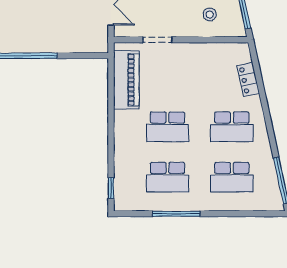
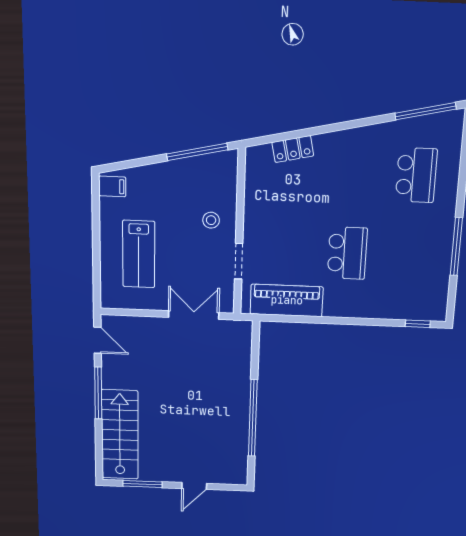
stool: (210, 15) -> (211, 220), moved
school desk: (232, 127) -> (352, 173), removed
school desk: (167, 177) -> (410, 256), removed

